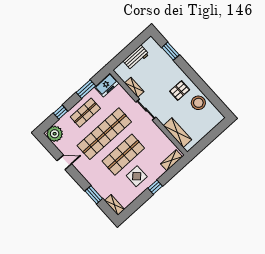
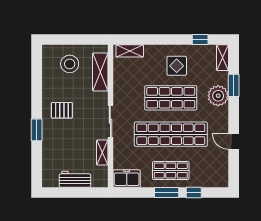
window: (171, 51) -> (37, 130), moved
window: (86, 89) -> (167, 192), moved
stool: (198, 103) -> (70, 64), moved
plant: (55, 134) -> (218, 96), moved
window: (155, 187) -> (200, 40), moved

